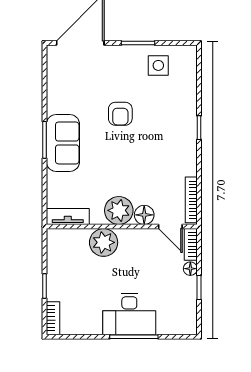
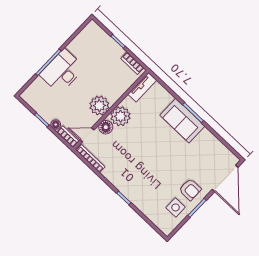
armchair: (120, 114) -> (190, 190), moved, turned 180
plant: (104, 242) -> (99, 106), moved
bookcase: (53, 318) -> (132, 63), moved

